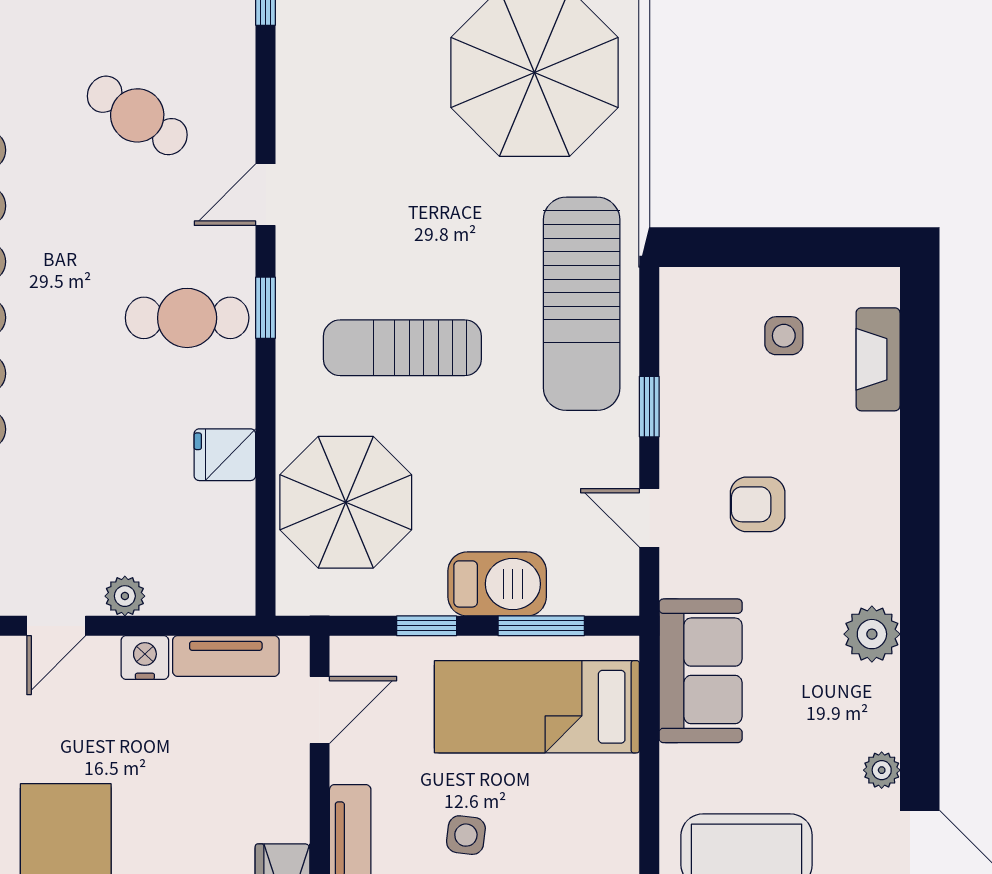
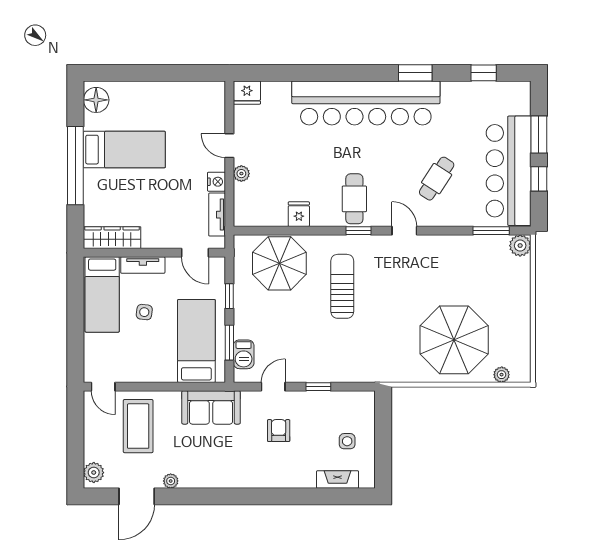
sun lounger: (582, 304) -> (360, 359), removed
barbecue: (497, 584) -> (244, 354), moved, width x0.73, depth x0.79
plant: (872, 634) -> (226, 477), removed

